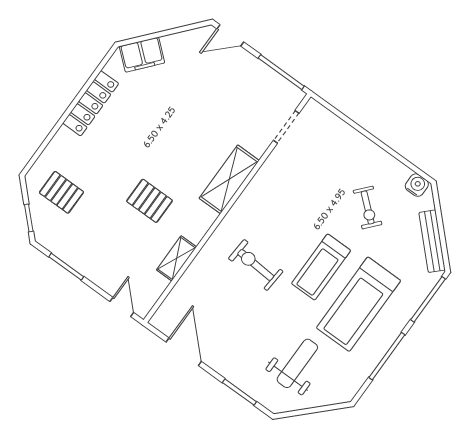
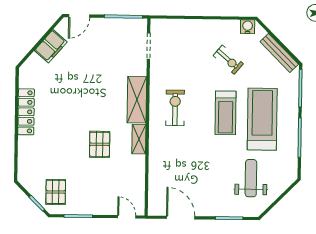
filing cabinet: (142, 55) -> (51, 46), moved
pallet: (61, 192) -> (56, 192), moved, turned 90
pallet: (149, 201) -> (100, 144), turned 90
shelving: (176, 258) -> (139, 139), moved
exercise bike: (256, 265) -> (175, 108), moved, turned 86
treadmill: (359, 304) -> (262, 119), turned 180

